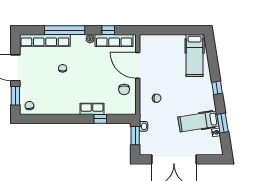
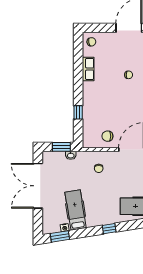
window: (15, 96) -> (101, 28), removed
row of seats: (92, 109) -> (88, 69), moved
window: (223, 123) -> (60, 236), moved

